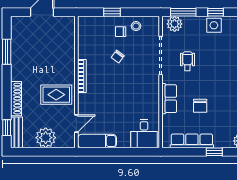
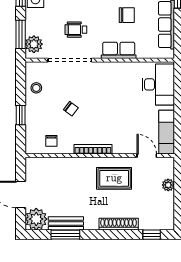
plant: (20, 26) -> (36, 219), added
chair: (121, 32) -> (51, 141), moved
rug: (56, 95) -> (114, 178), turned 90
bench: (17, 132) -> (66, 223), moved
desk: (144, 134) -> (158, 84), width x1.37
plant: (46, 138) -> (168, 185), width x0.53, depth x0.53

